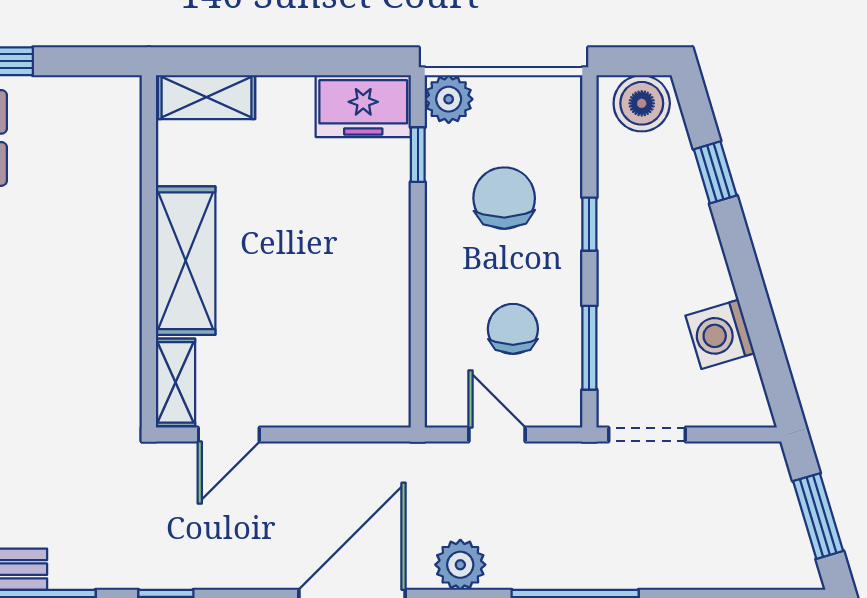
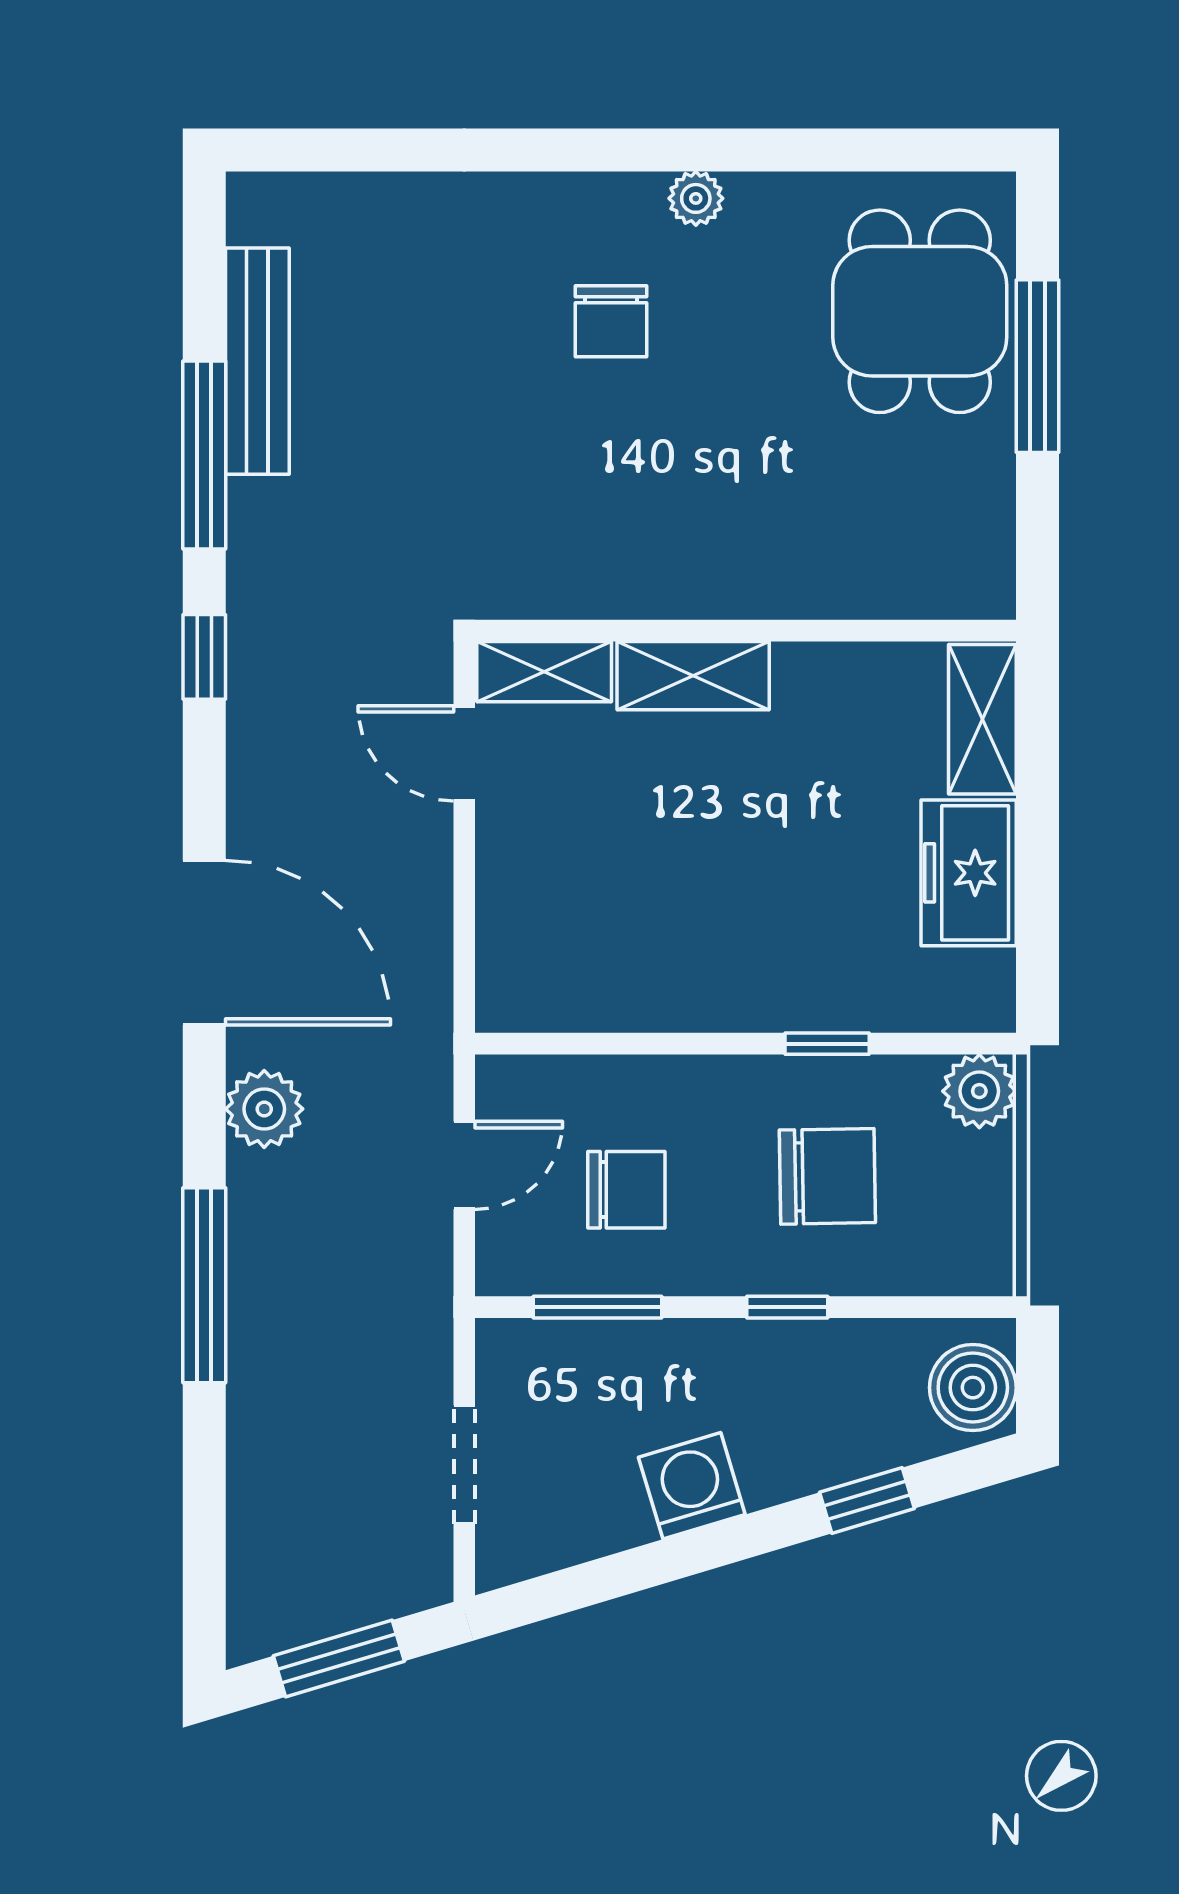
freezer: (363, 106) -> (969, 873), moved
window: (418, 155) -> (827, 1044), moved
shelving: (186, 261) -> (693, 676), width x0.67, depth x0.75
washing machine: (720, 334) -> (692, 1486), moved
doorway: (647, 435) -> (464, 1465), moved

